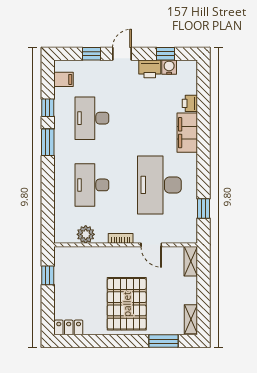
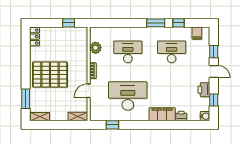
water cooler: (169, 67) -> (205, 116), moved

